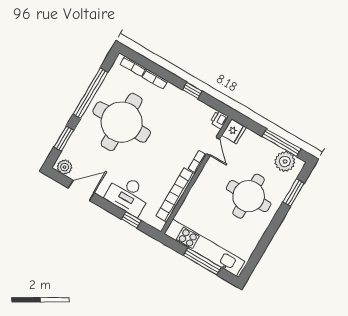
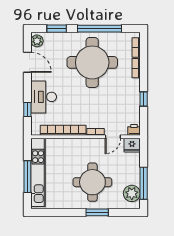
window: (294, 193) -> (97, 212), moved

